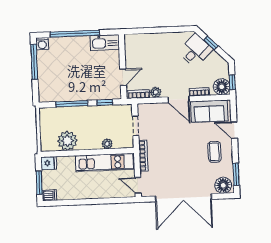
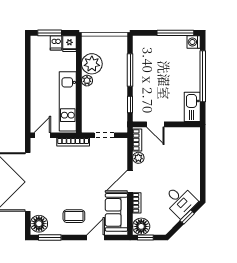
plant: (107, 144) -> (87, 81), moved
dishwasher: (49, 195) -> (56, 43), moved

